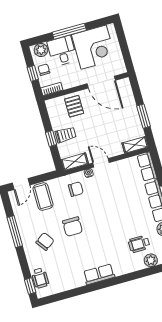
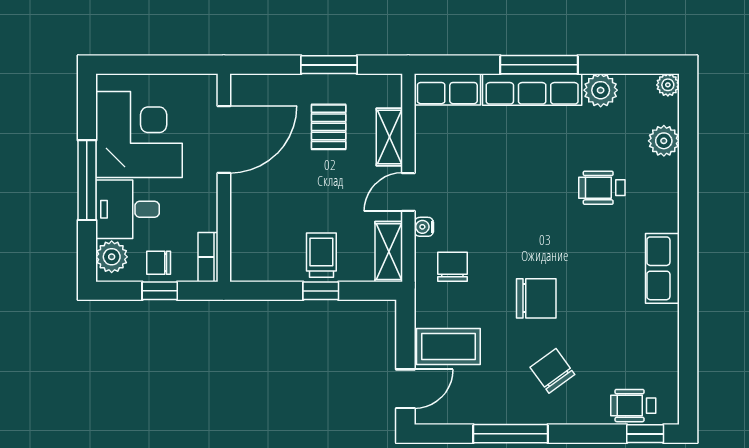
pallet: (74, 106) -> (329, 127), moved, turned 90
shelving: (135, 145) -> (389, 137), moved
door: (21, 184) -> (405, 389), hinge flipped
wheelchair: (139, 244) -> (602, 188), moved, turned 90
wheelchair: (40, 278) -> (633, 406), turned 180

